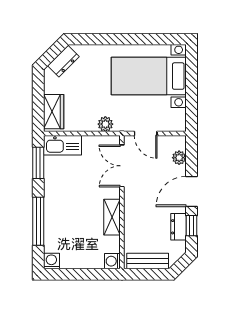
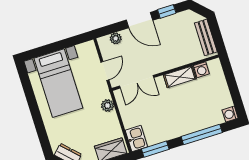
kitchen sink: (62, 145) -> (136, 138), width x0.73
dresser: (179, 227) -> (171, 21), removed
washing machine: (112, 261) -> (201, 70), moved

